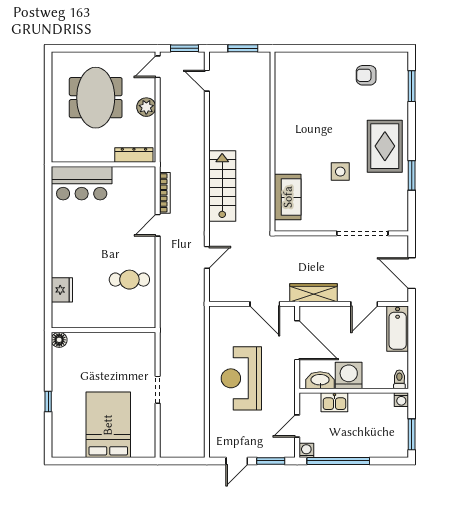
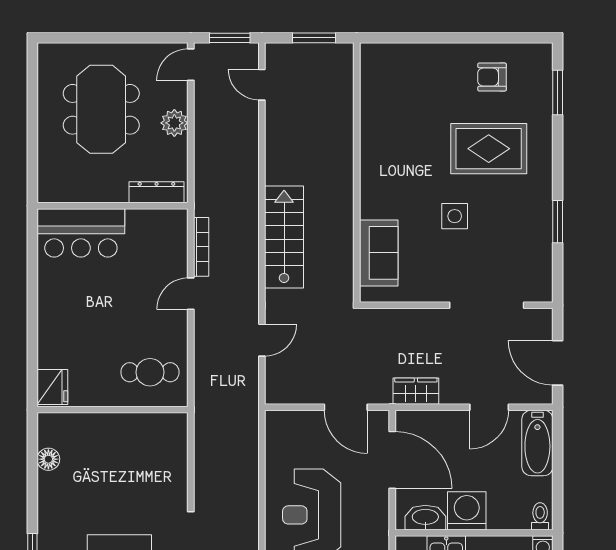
rug: (385, 146) -> (489, 149), moved, turned 90
wardrobe: (313, 293) -> (416, 391), width x0.67
wall: (104, 330) -> (113, 410), moved

